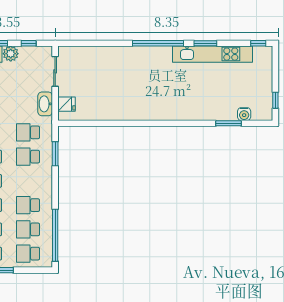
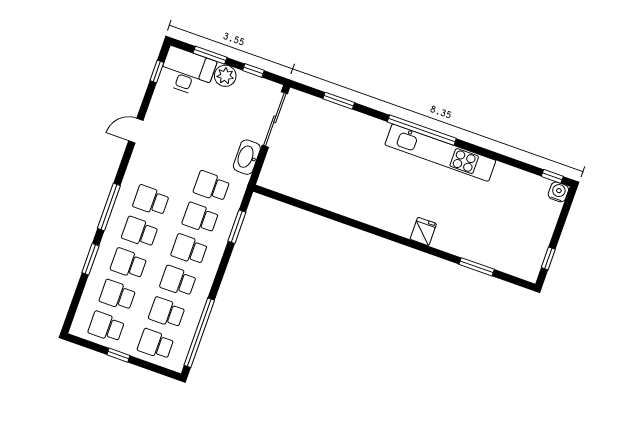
window: (205, 43) -> (339, 101), moved
kitchen unit: (212, 54) -> (440, 153), moved
sliding door: (55, 71) -> (275, 119), width x1.37
fridge: (66, 104) -> (423, 231), moved, turned -90
water cooler: (244, 114) -> (558, 192), moved, turned 180
school desk: (28, 181) -> (189, 249), added

